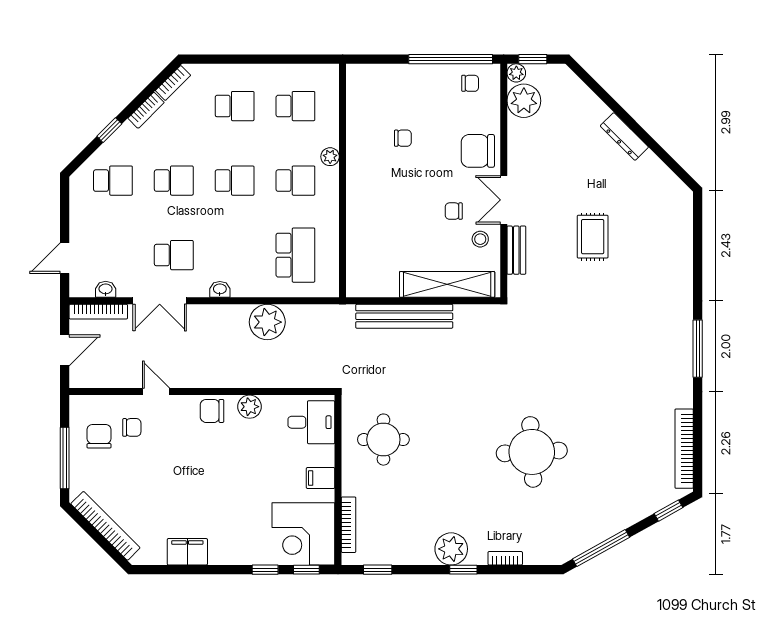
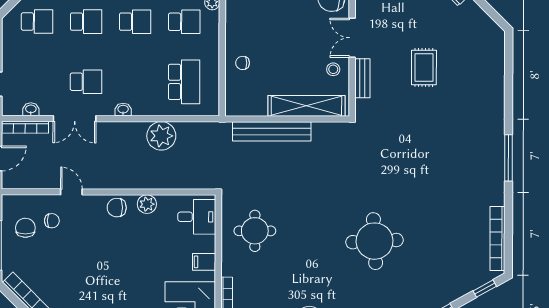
chair: (454, 211) -> (243, 63), moved

